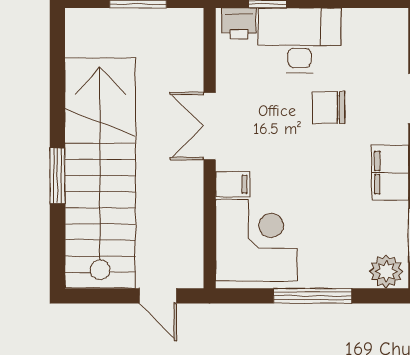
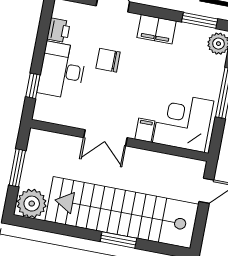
printer: (239, 23) -> (59, 30), moved
plant: (88, 33) -> (32, 204), added
chair: (329, 108) -> (108, 60), turned 90

